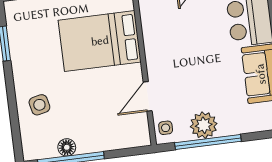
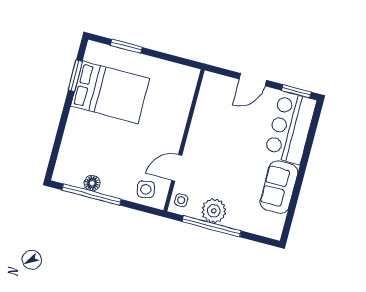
bed: (100, 41) -> (110, 92), moved, turned 180
side table: (39, 105) -> (146, 189), moved

